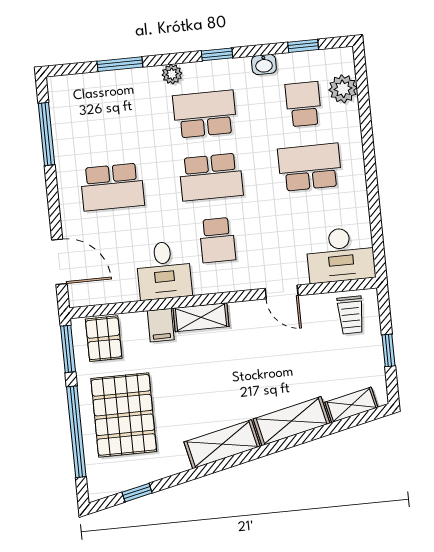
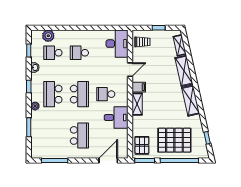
school desk: (310, 167) -> (79, 53), width x0.54
school desk: (217, 240) -> (106, 94), turned 180
filing cabinet: (161, 325) -> (139, 87), moved
pallet: (104, 339) -> (142, 145), turned 90

